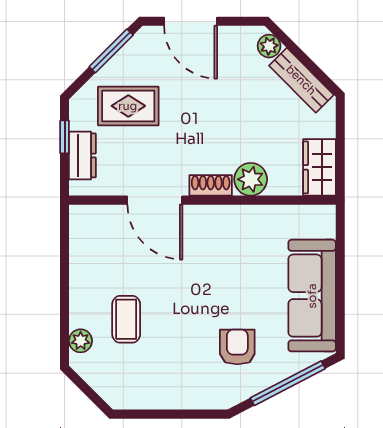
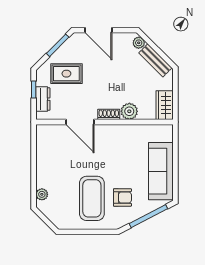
coffee table: (126, 319) -> (92, 198), moved, width x1.86, depth x1.72
armchair: (237, 347) -> (122, 197), turned 90

